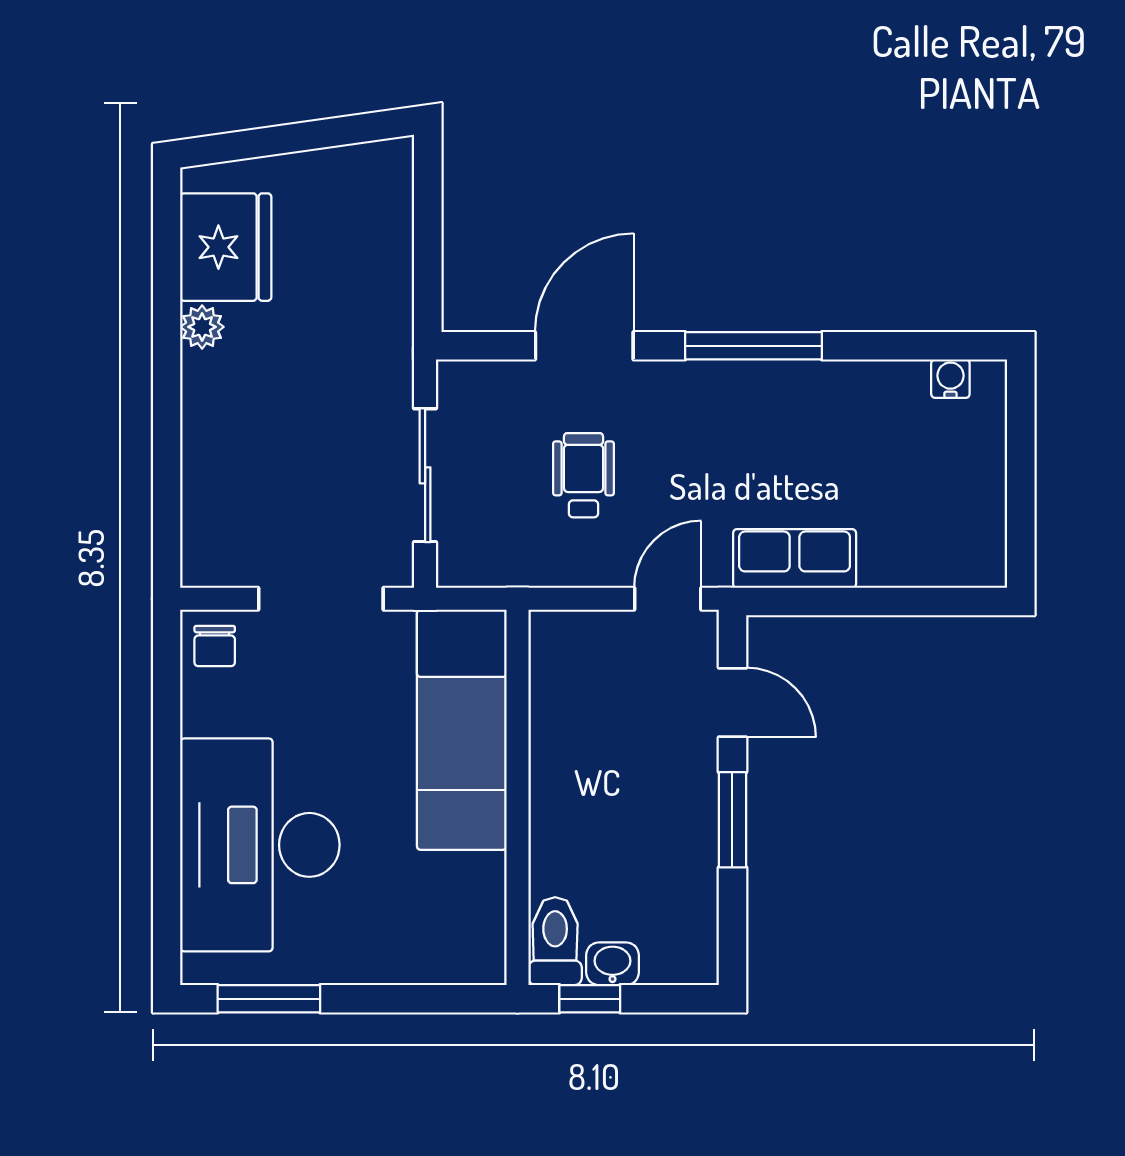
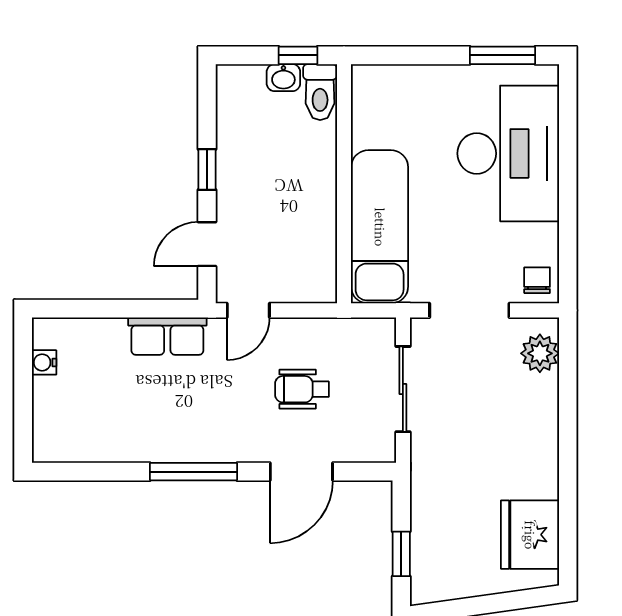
window: (428, 217) -> (401, 554), added
plant: (202, 327) -> (540, 353), moved, width x1.38, depth x1.38
water cooler: (950, 379) -> (44, 362), moved, turned 90
wheelchair: (583, 475) -> (302, 389), turned 90
door: (732, 703) -> (207, 244), hinge flipped
window: (732, 820) -> (207, 169), width x0.67

